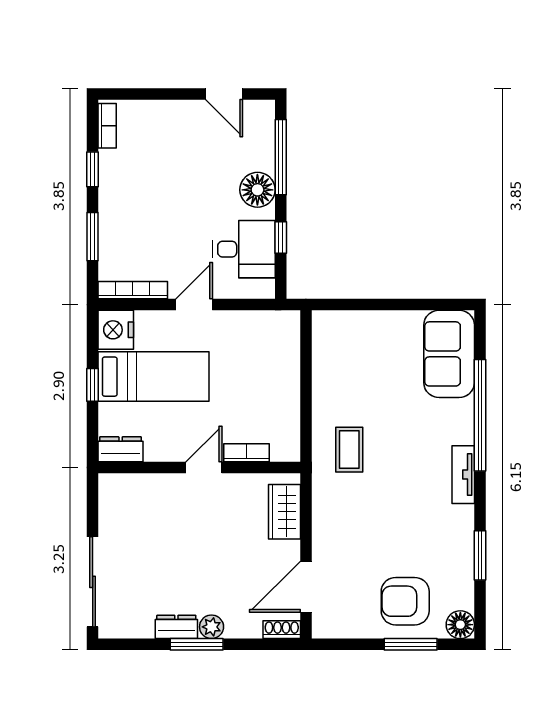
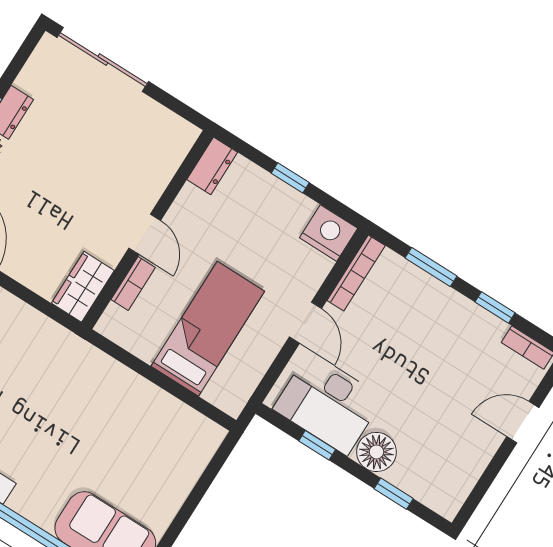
door: (224, 94) -> (523, 422), moved
window: (281, 157) -> (394, 494), width x0.46
desk: (244, 249) -> (328, 403), width x1.37
bed: (153, 377) -> (208, 329), moved, turned 180
coffee table: (349, 450) -> (74, 383), removed
wardrobe: (284, 512) -> (83, 287), moved, turned -90

